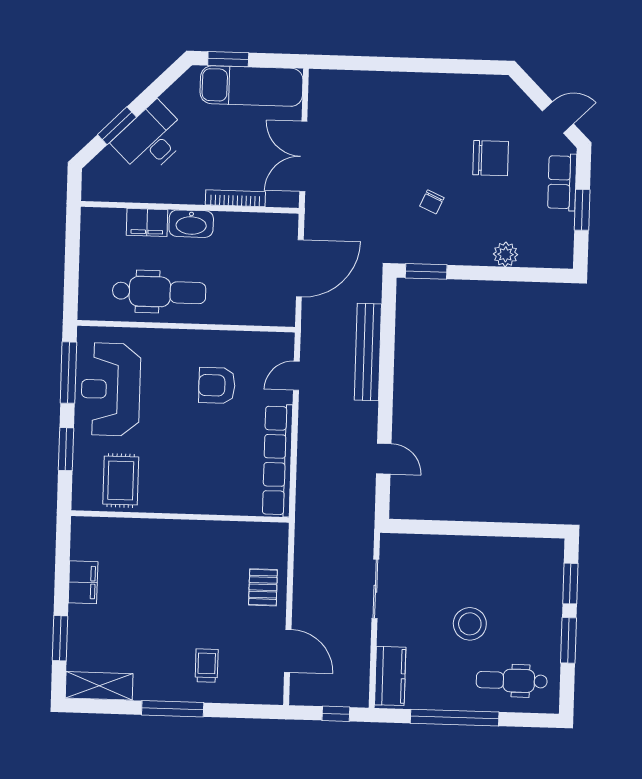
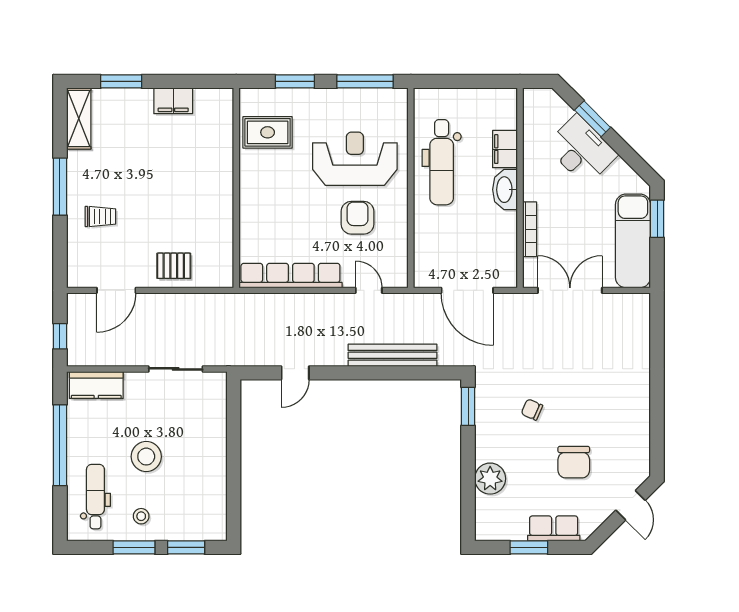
door: (558, 117) -> (631, 505), moved
plant: (506, 254) -> (490, 479), width x1.36, depth x1.36
reception desk: (111, 389) -> (355, 159), moved
stool: (535, 631) -> (141, 516), added

